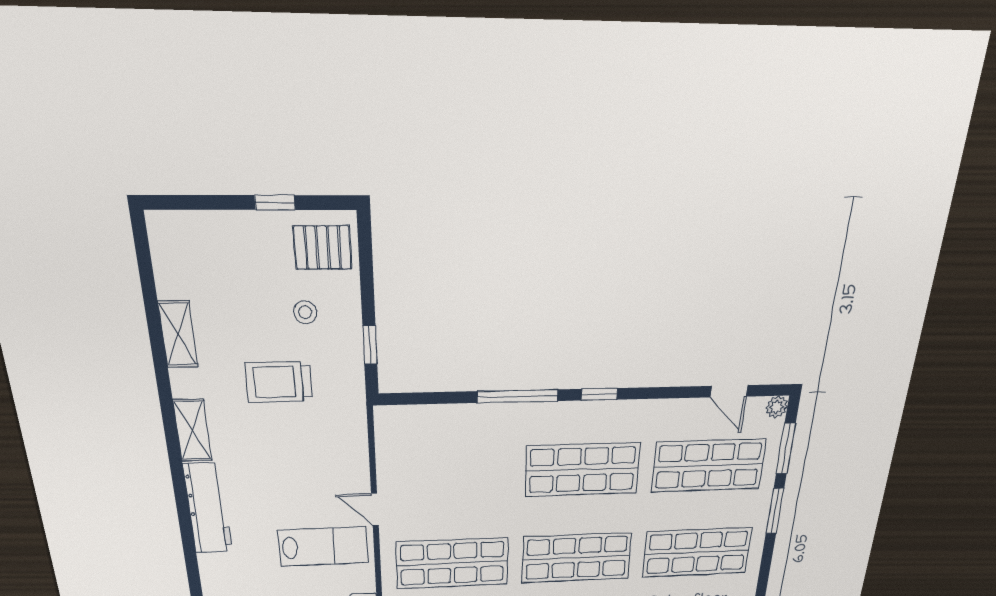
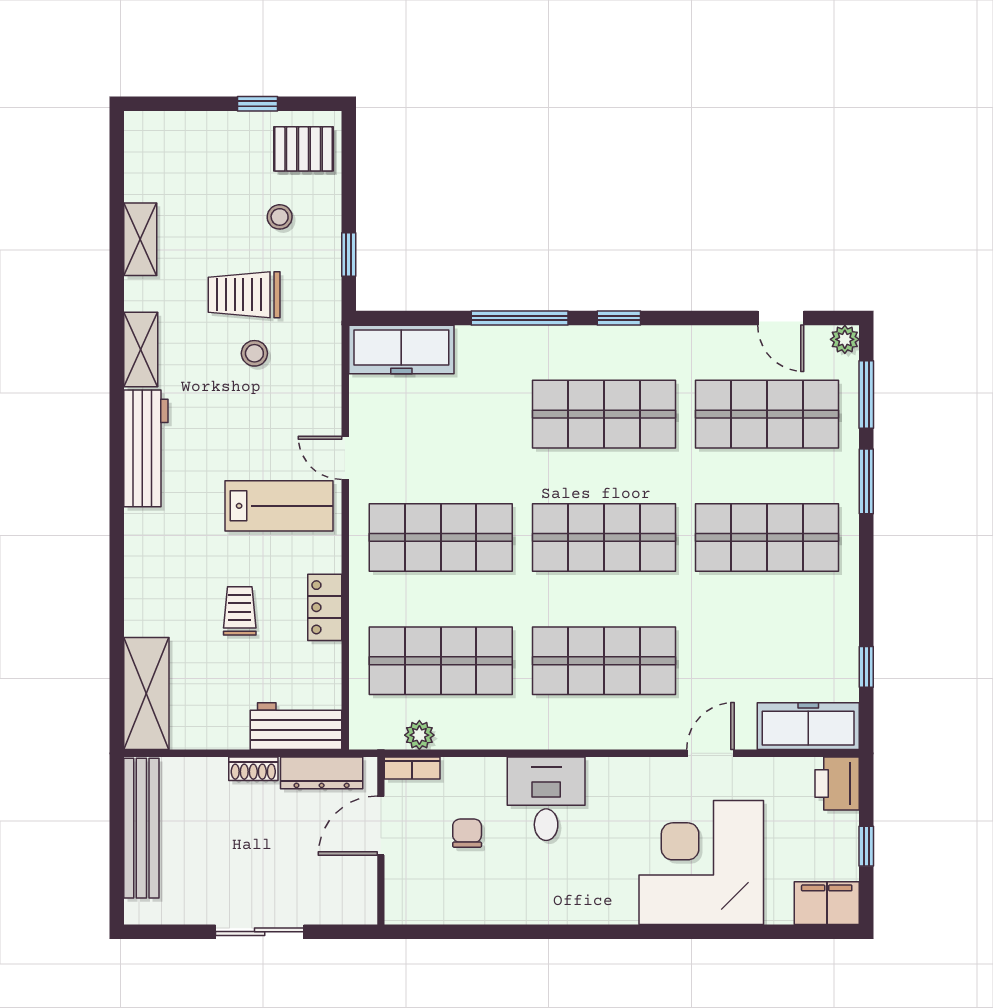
freezer: (418, 424) -> (401, 350), added
stool: (293, 431) -> (254, 353), added

